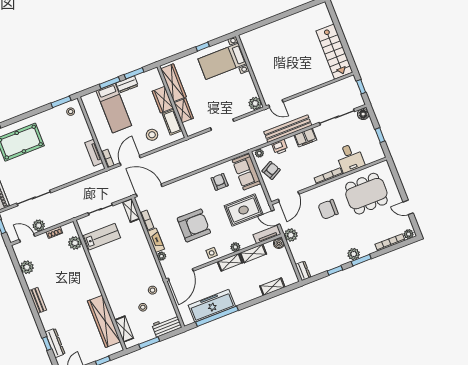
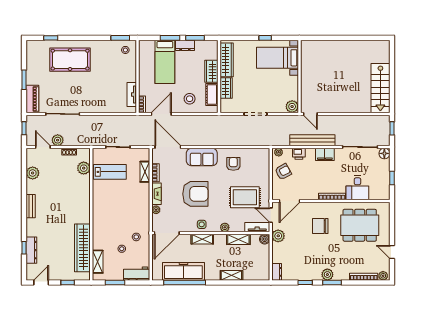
sofa: (247, 172) -> (202, 157), moved, turned -90
shelving: (131, 210) -> (145, 172), moved
shelving: (230, 262) -> (202, 239), moved
shelving: (272, 287) -> (231, 275), moved

